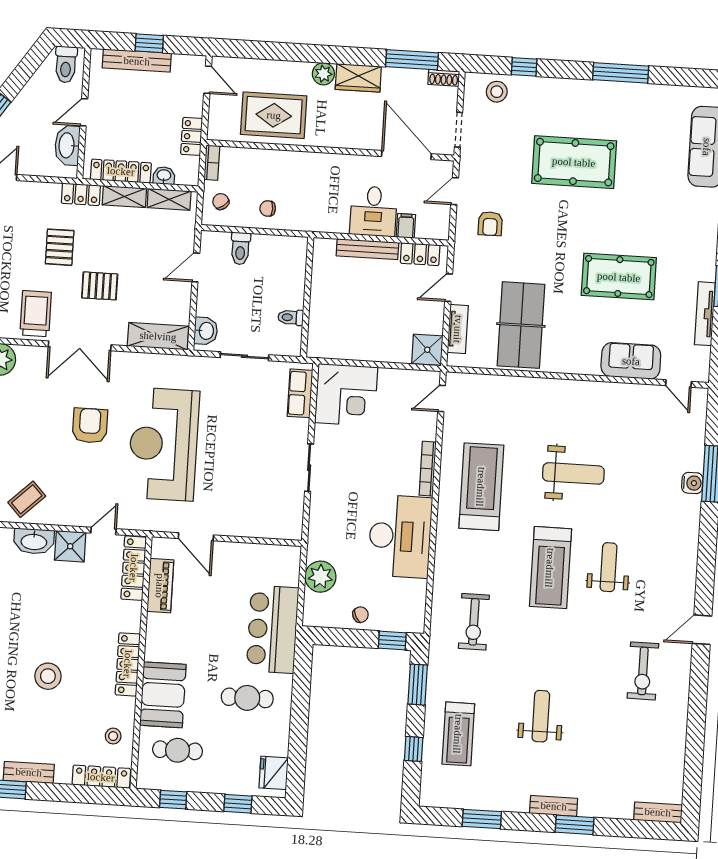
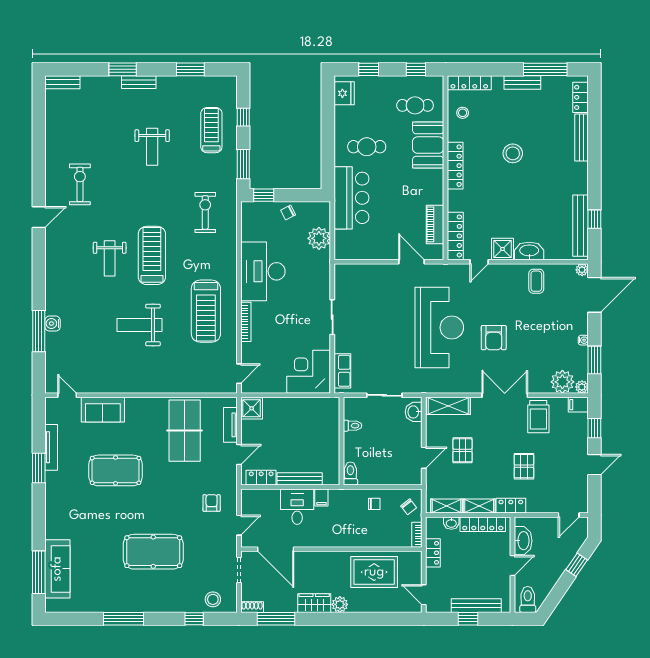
filing cabinet: (406, 226) -> (321, 498), moved
toilet: (240, 249) -> (350, 473), moved
pallet: (100, 286) -> (462, 450), moved, turned 90
coffee table: (27, 499) -> (536, 281), turned -46

